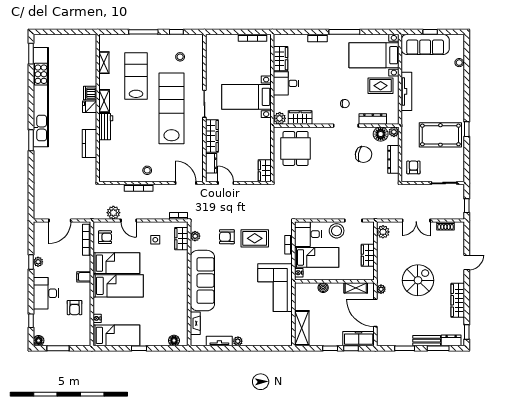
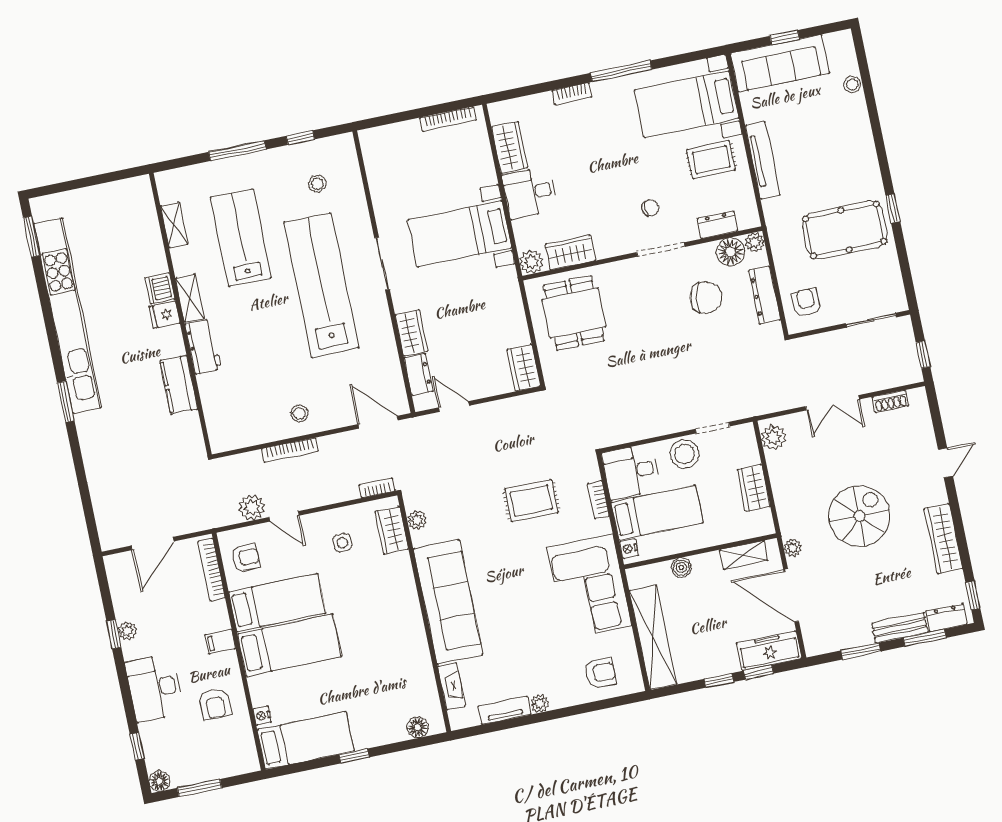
dresser: (373, 119) -> (717, 225), width x0.70
wardrobe: (212, 136) -> (411, 333), width x0.67
armchair: (227, 237) -> (600, 673), moved, turned 180
shelving: (302, 328) -> (653, 637), width x1.47

